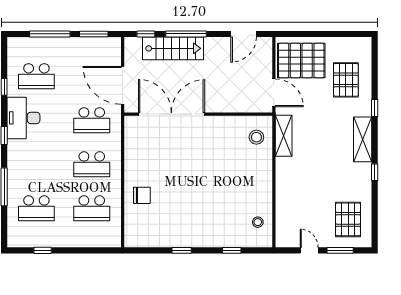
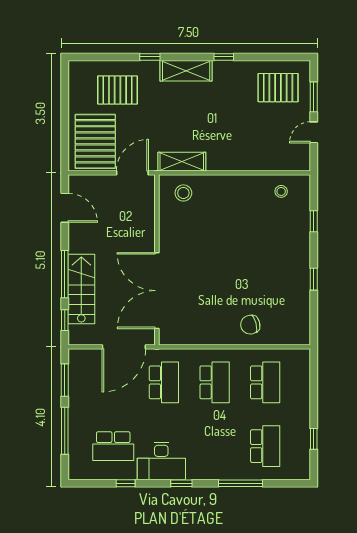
school desk: (36, 76) -> (113, 446), turned 90
chair: (142, 195) -> (250, 325), turned -105

